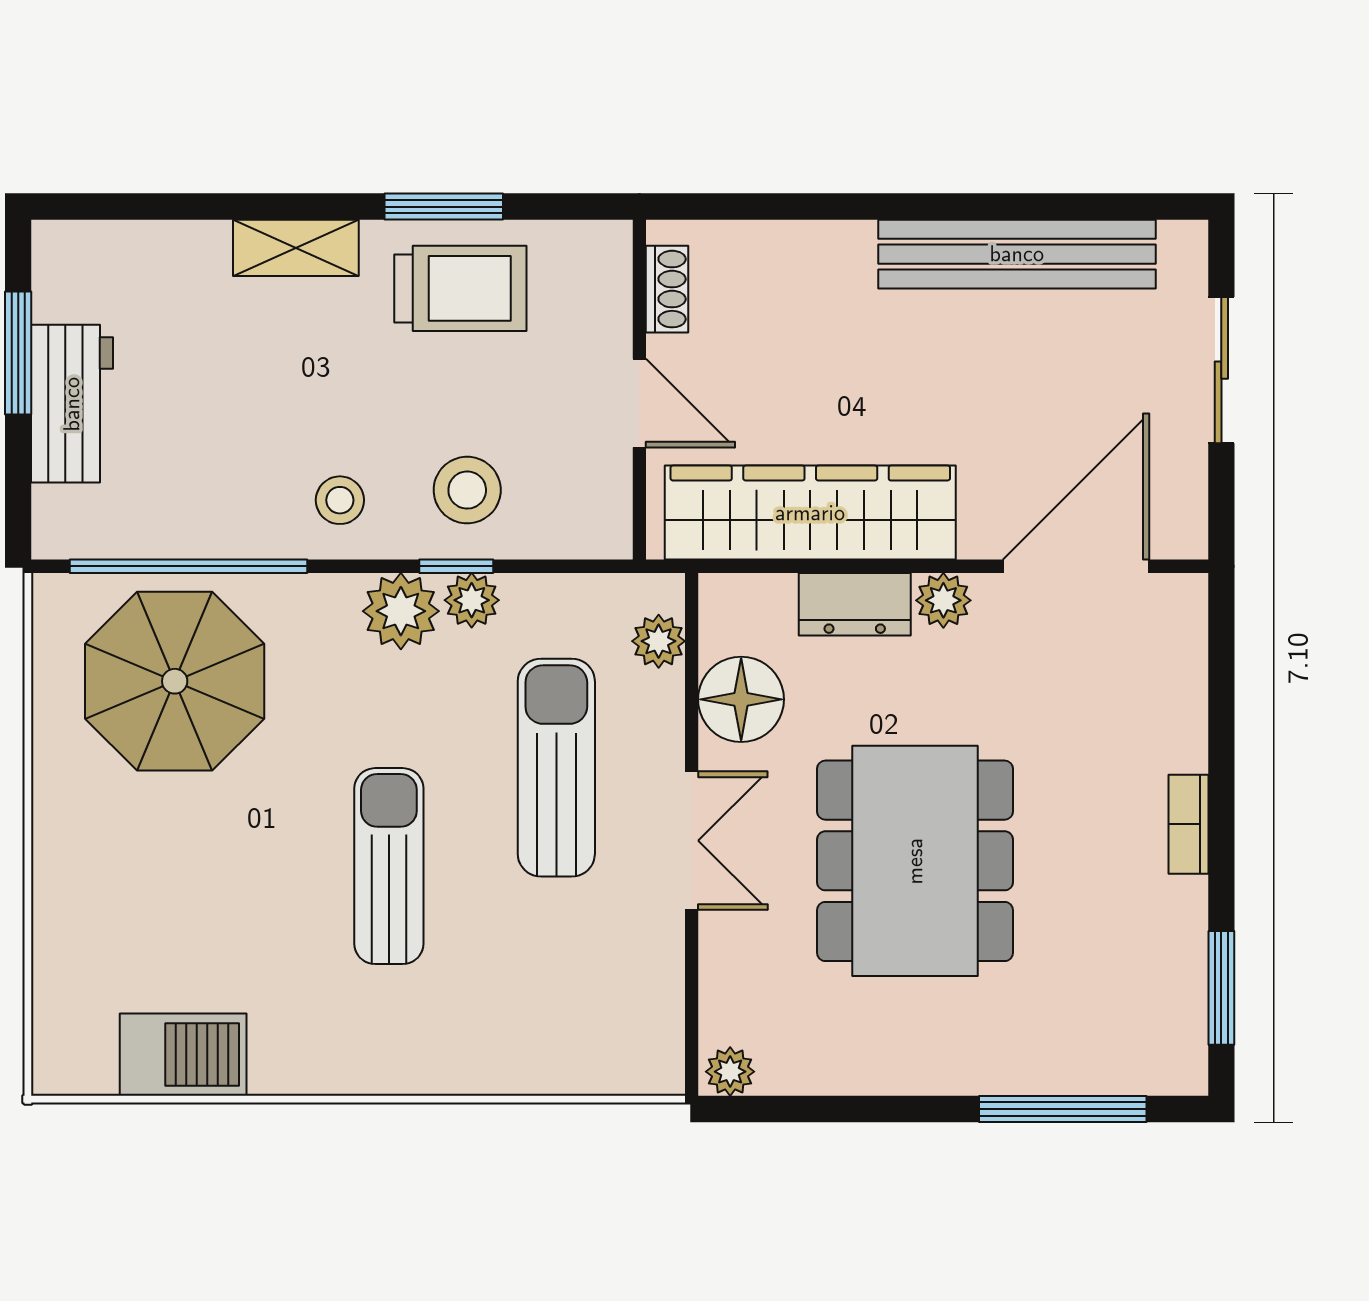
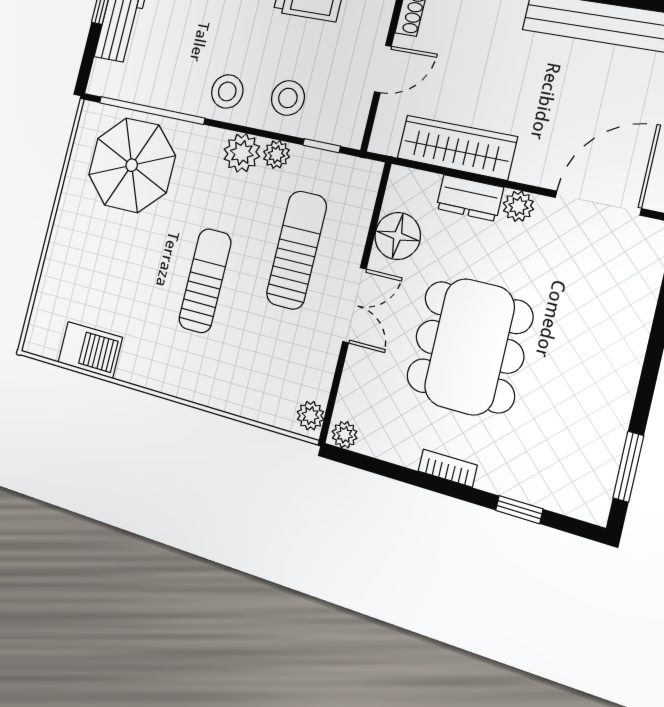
door: (639, 403) -> (383, 69), hinge flipped
stool: (340, 500) -> (227, 91), width x1.37, depth x1.37
wardrobe: (810, 513) -> (457, 147), width x0.71, depth x0.85
window: (456, 566) -> (322, 146), moved
plant: (659, 641) -> (310, 416), moved
bookcase: (1188, 824) -> (448, 468), moved, turned 90
window: (1063, 1109) -> (519, 510), width x0.46

